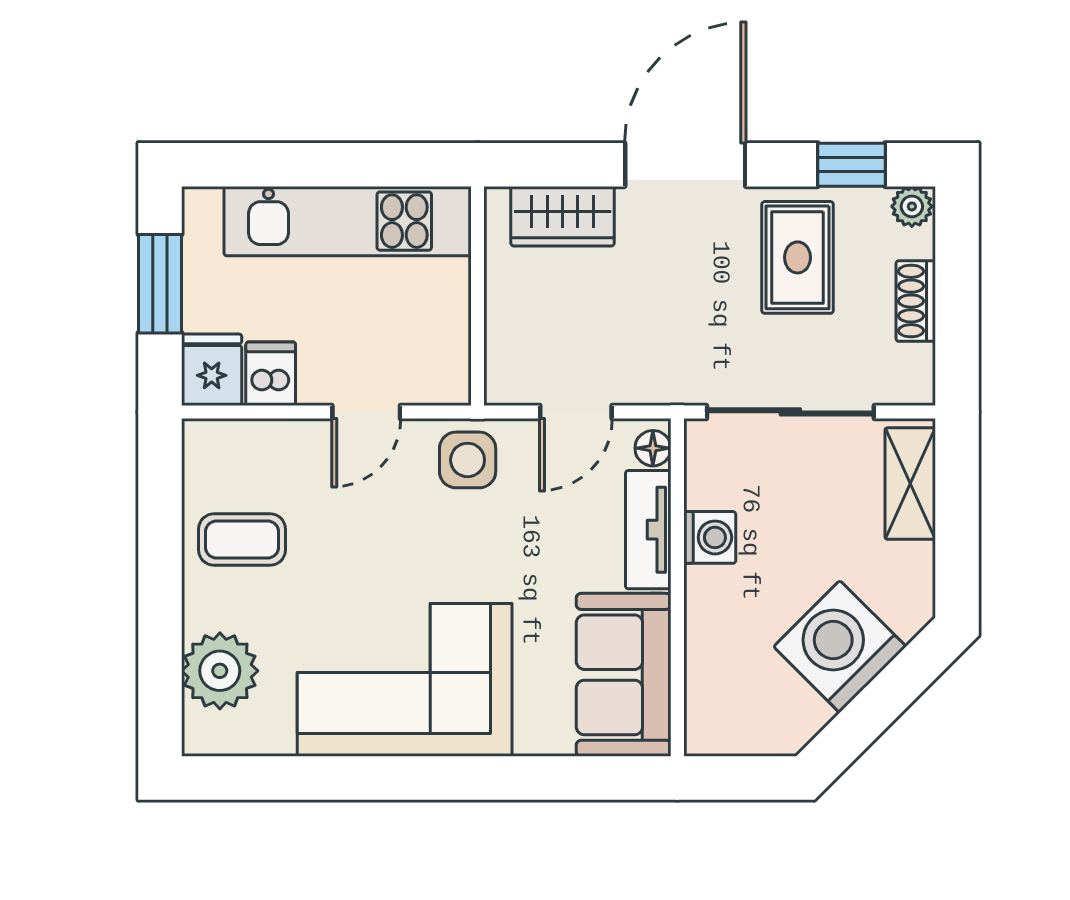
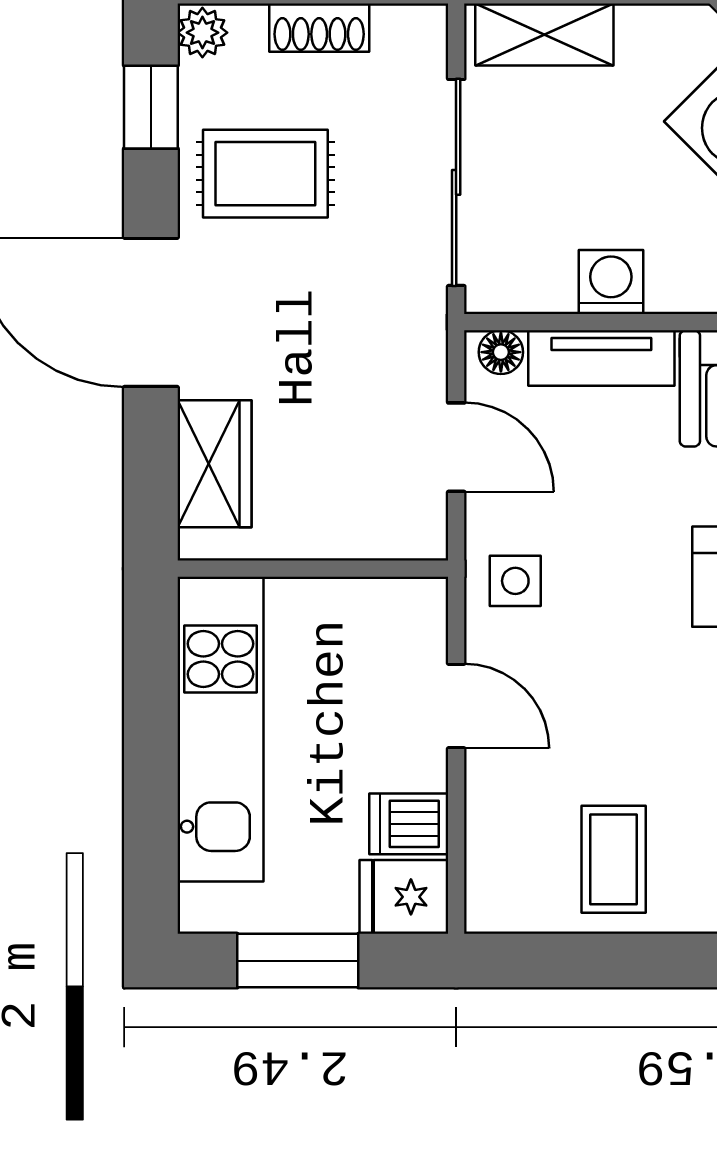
side table: (468, 460) -> (515, 581), width x0.73, depth x0.73

